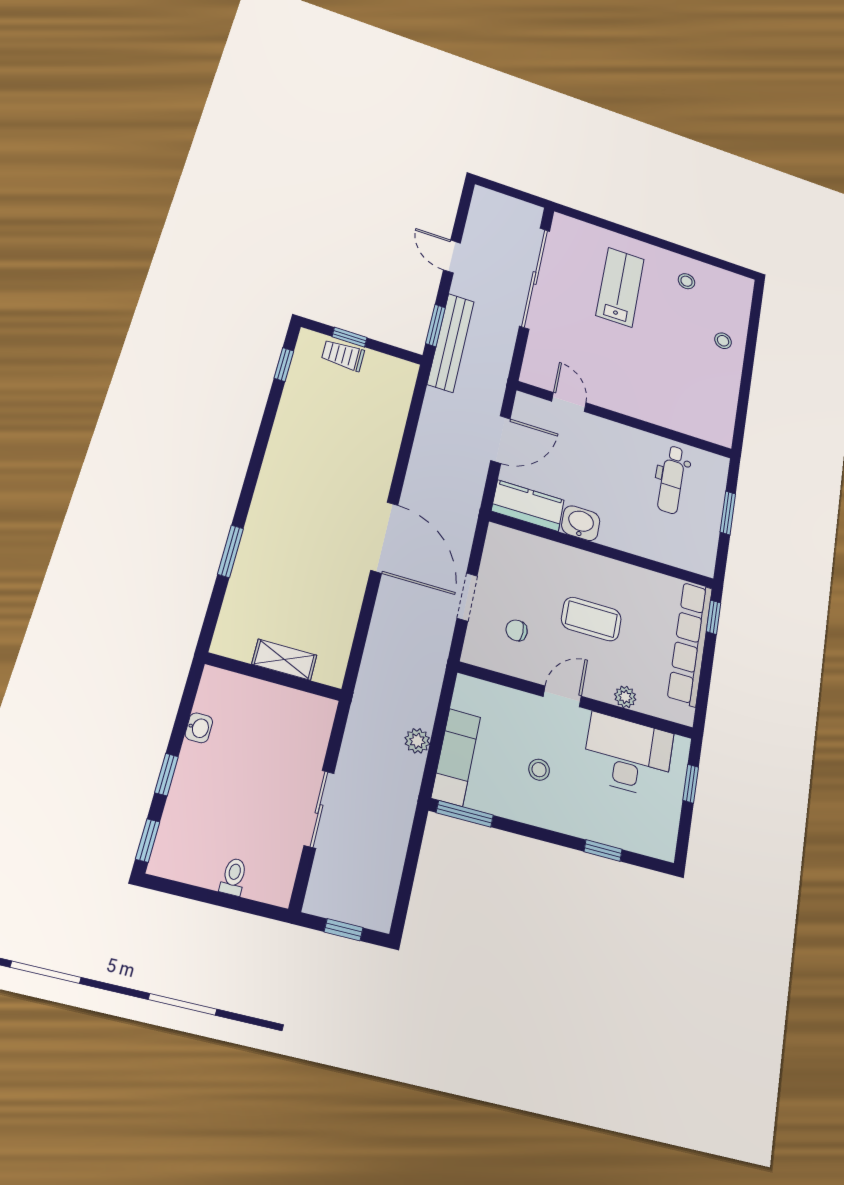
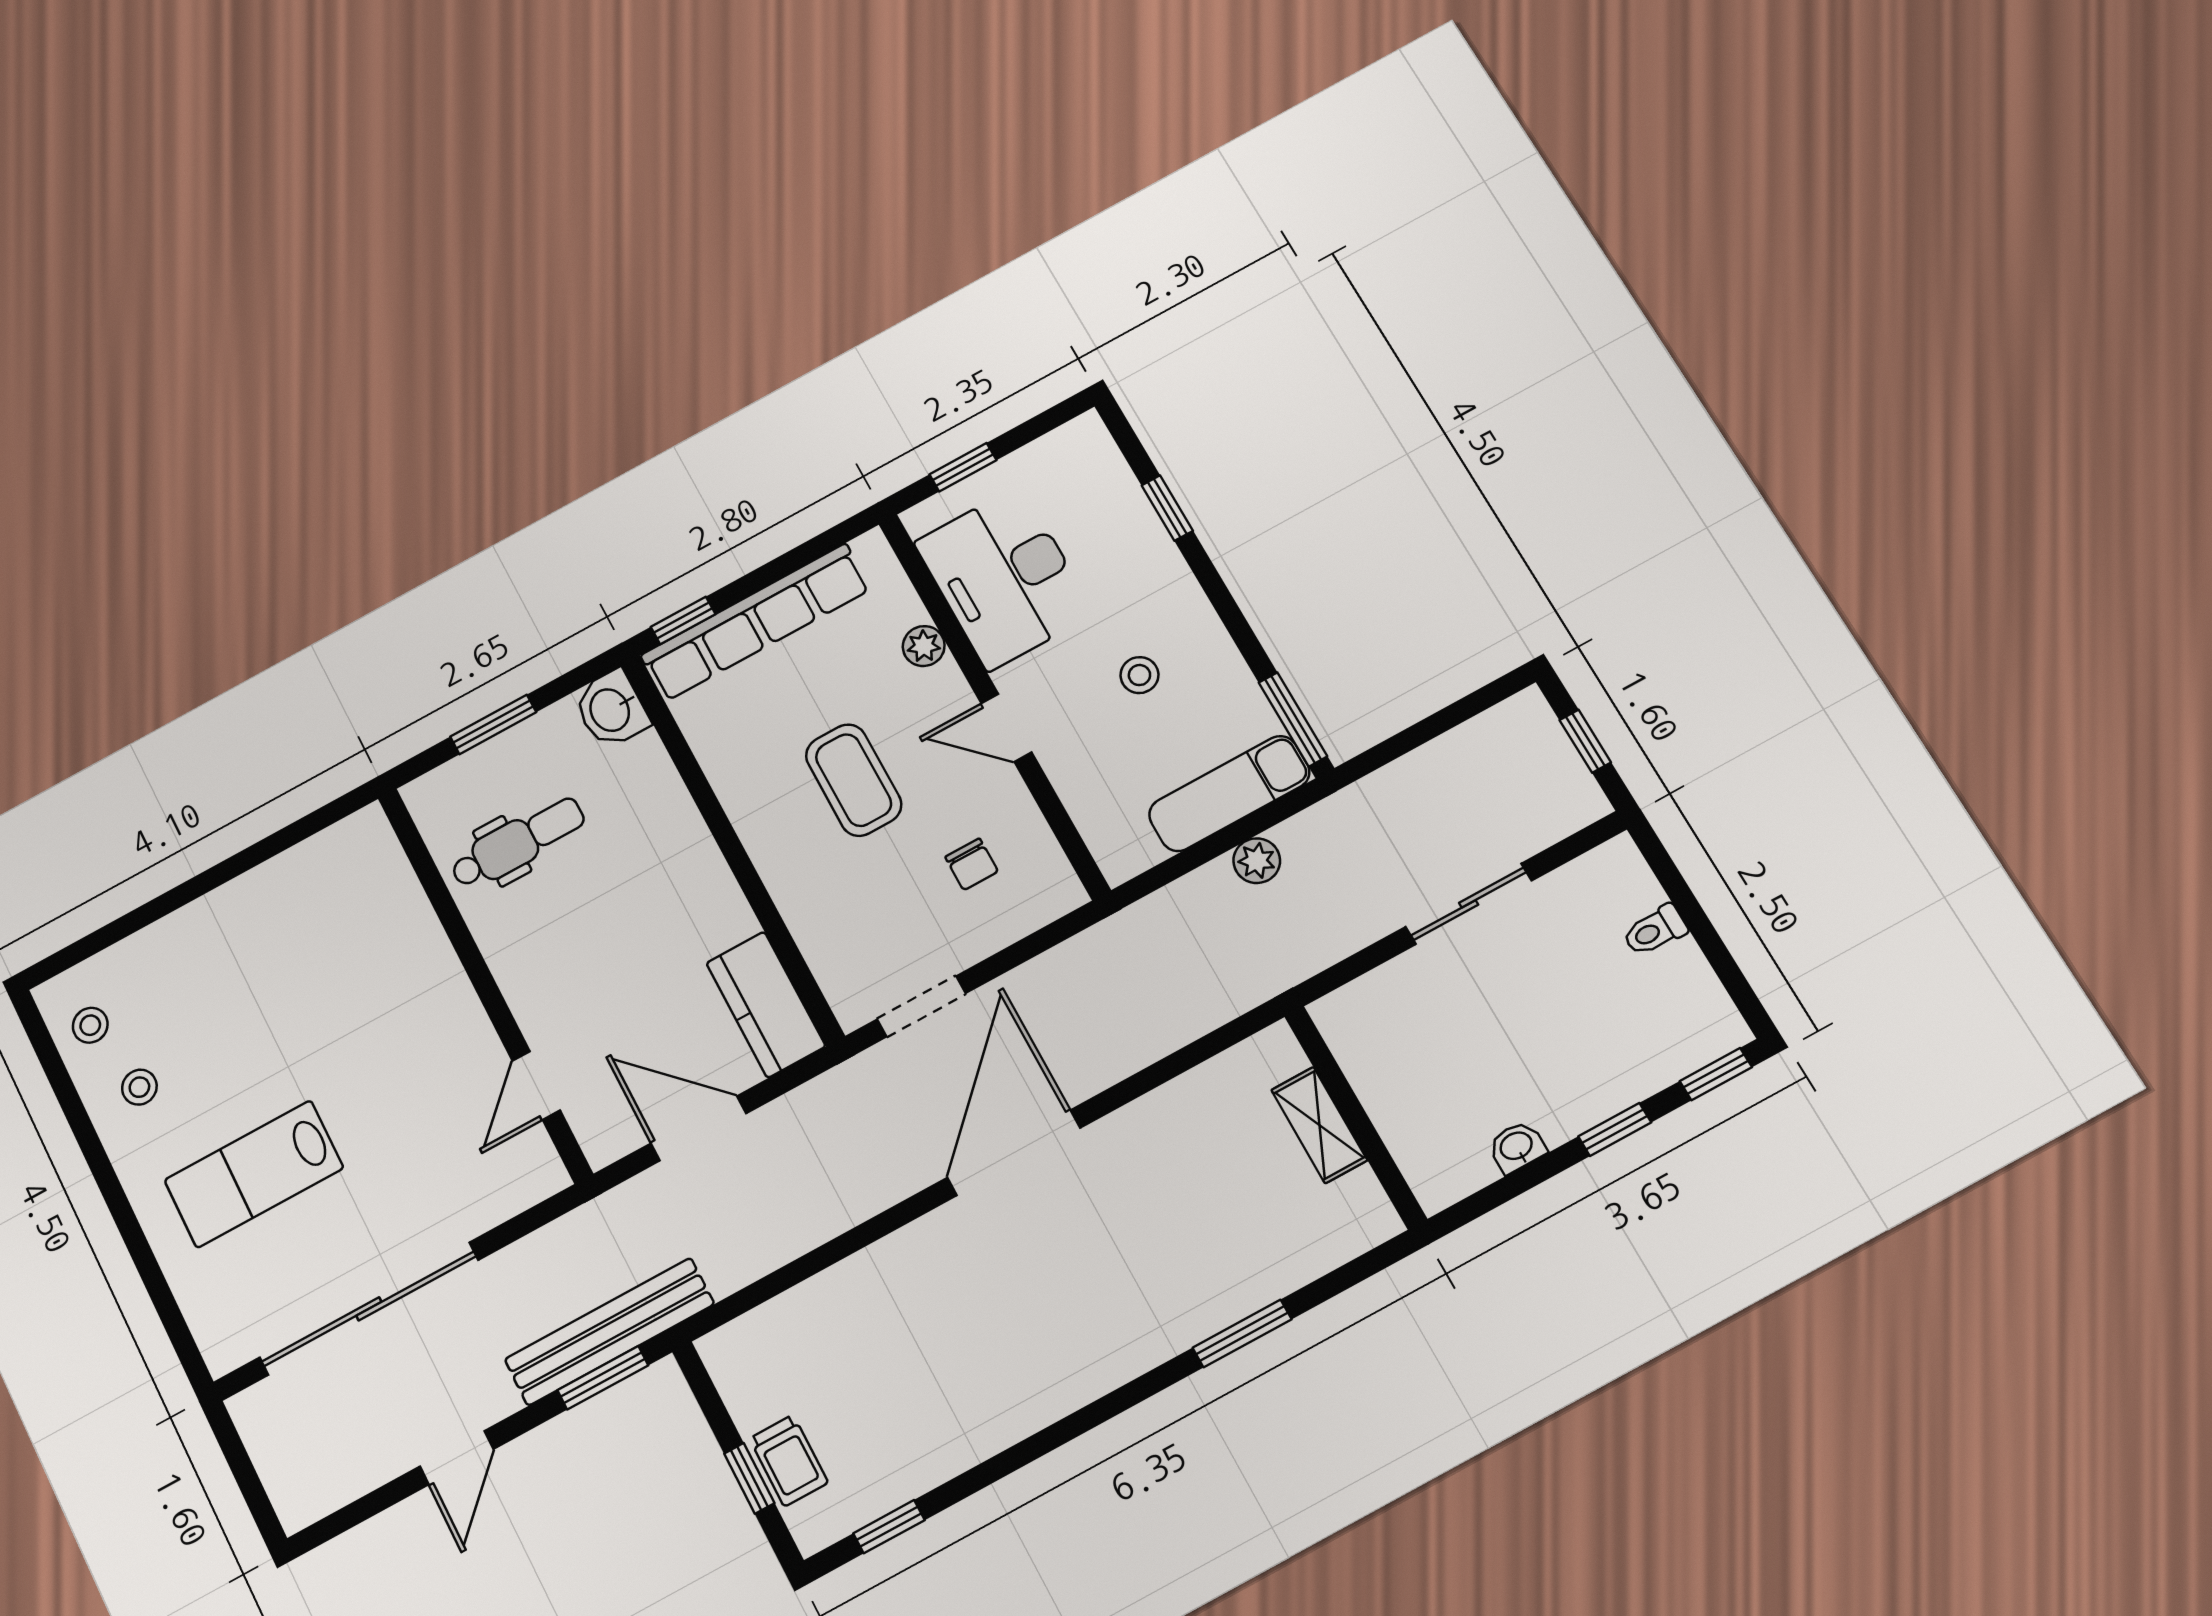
stool: (723, 341) -> (90, 1025), moved
washbasin: (581, 523) -> (611, 709), moved
doorway: (467, 597) -> (921, 1006), moved

